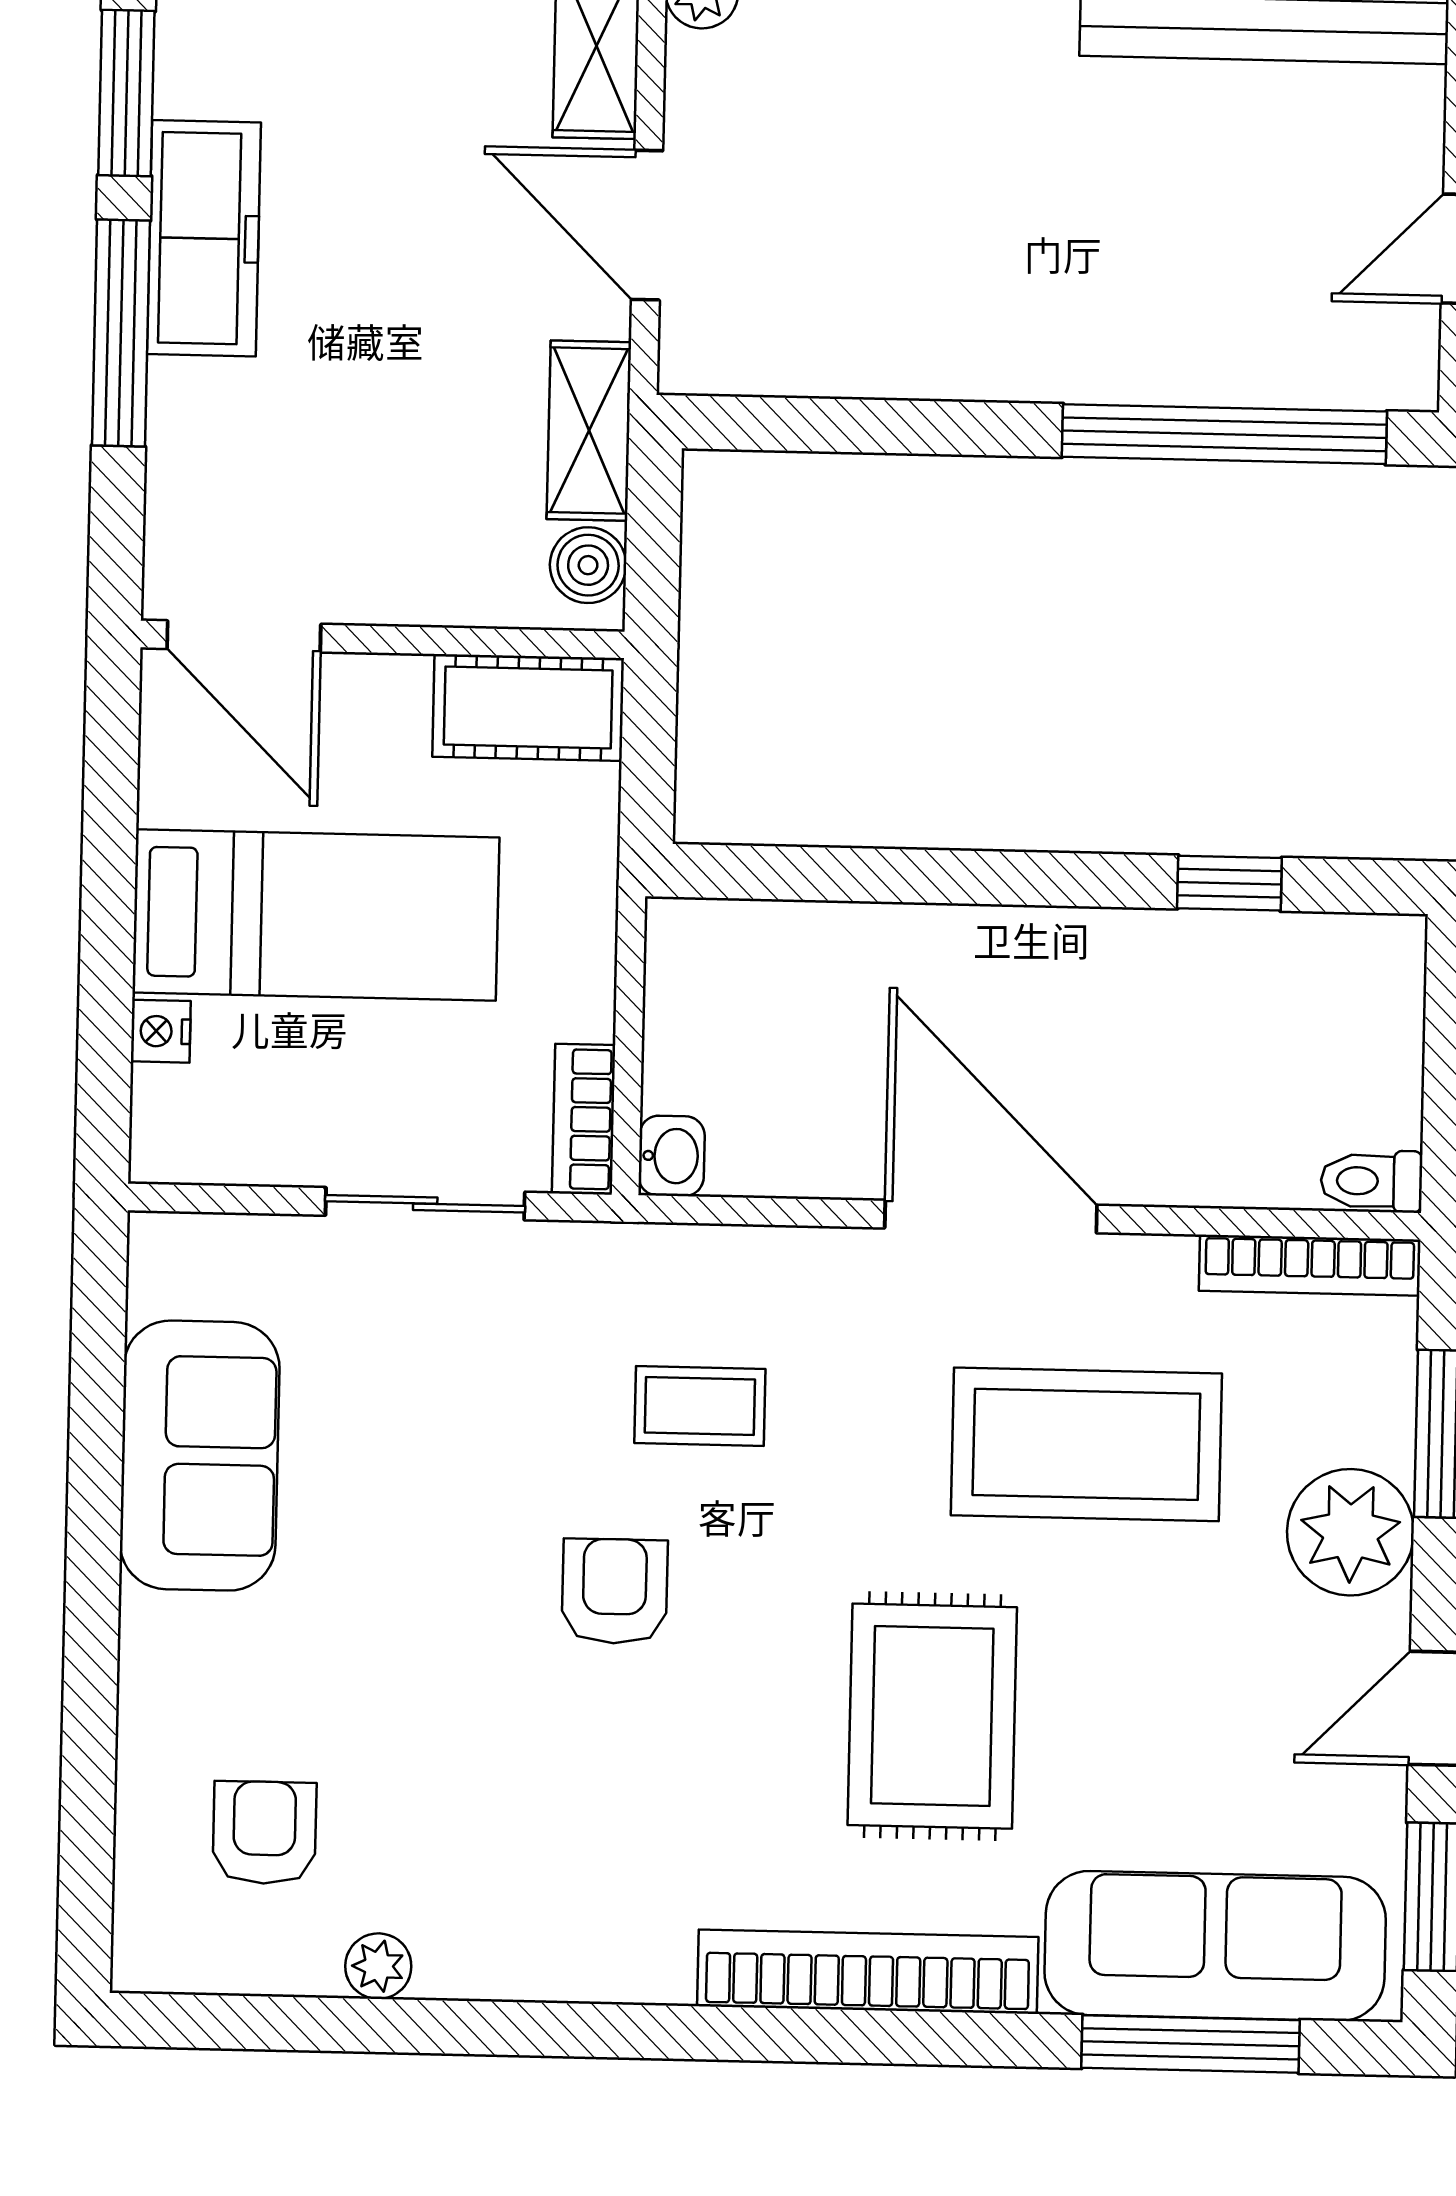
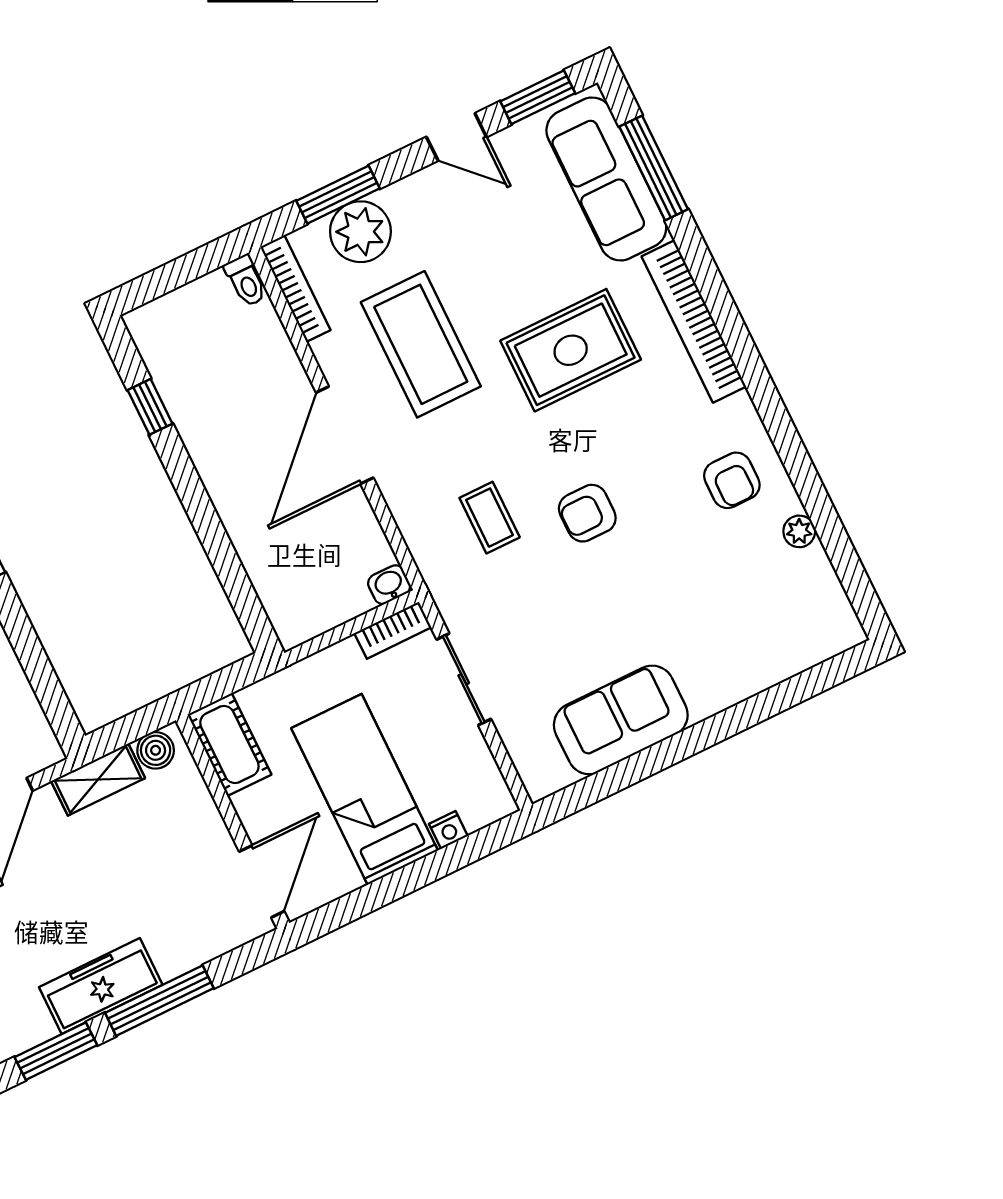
plant: (1350, 1532) -> (360, 232), moved
armchair: (264, 1833) -> (732, 480), moved, turned -90

